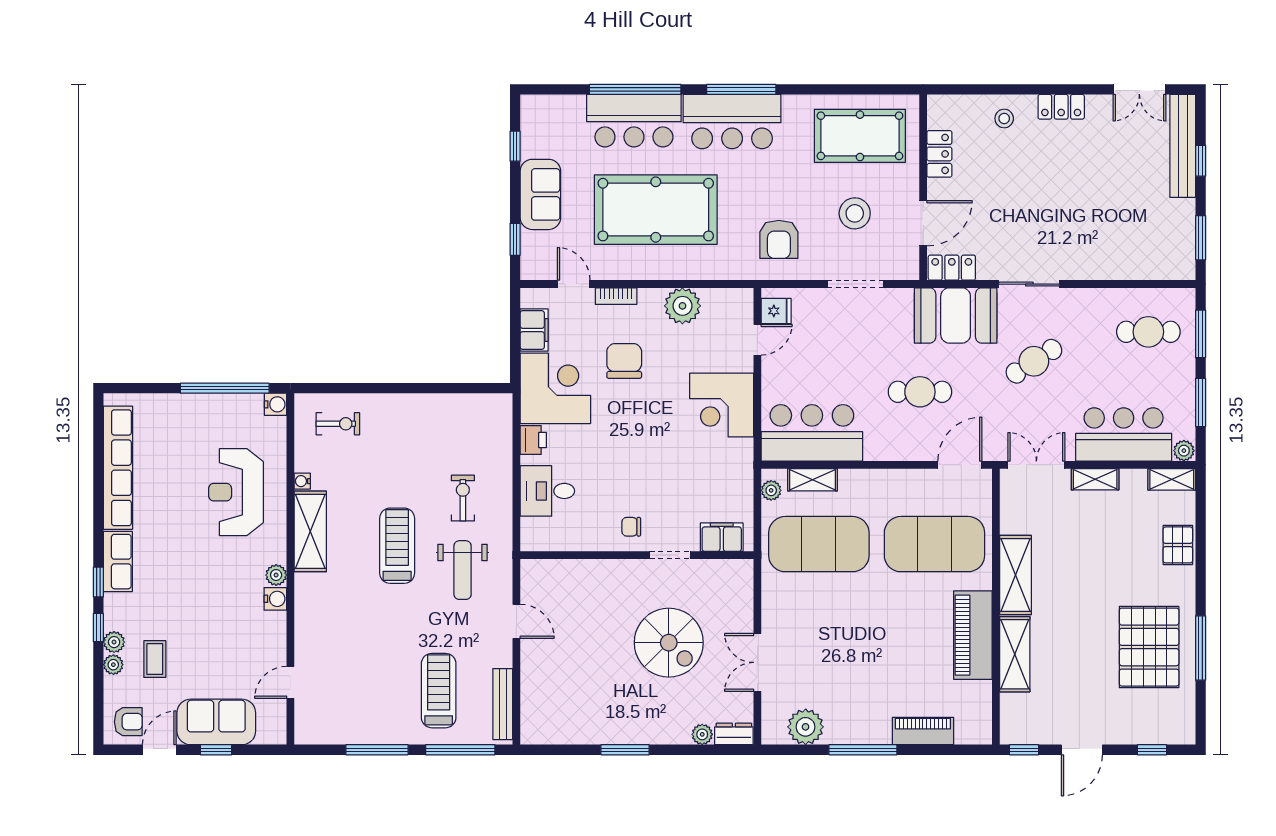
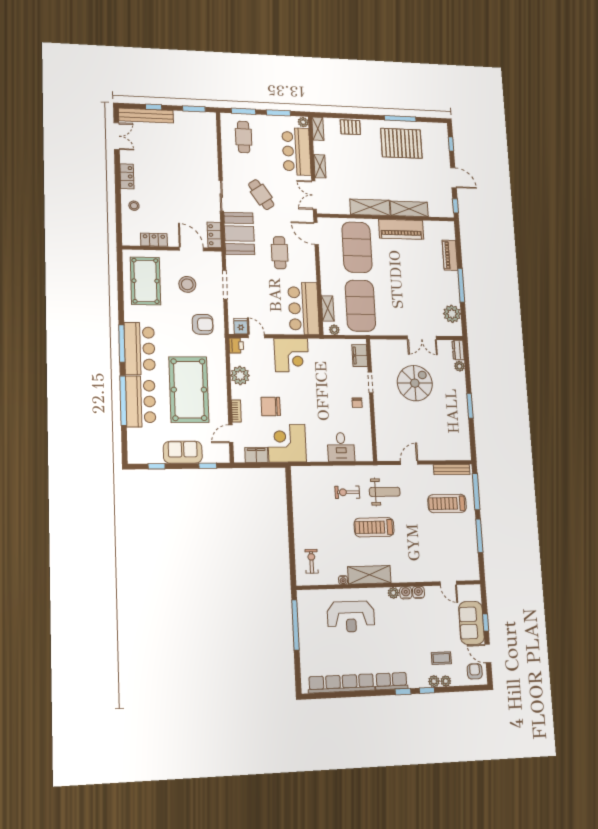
water cooler: (276, 404) -> (418, 592), moved
printer: (533, 440) -> (236, 346), moved, turned 90

